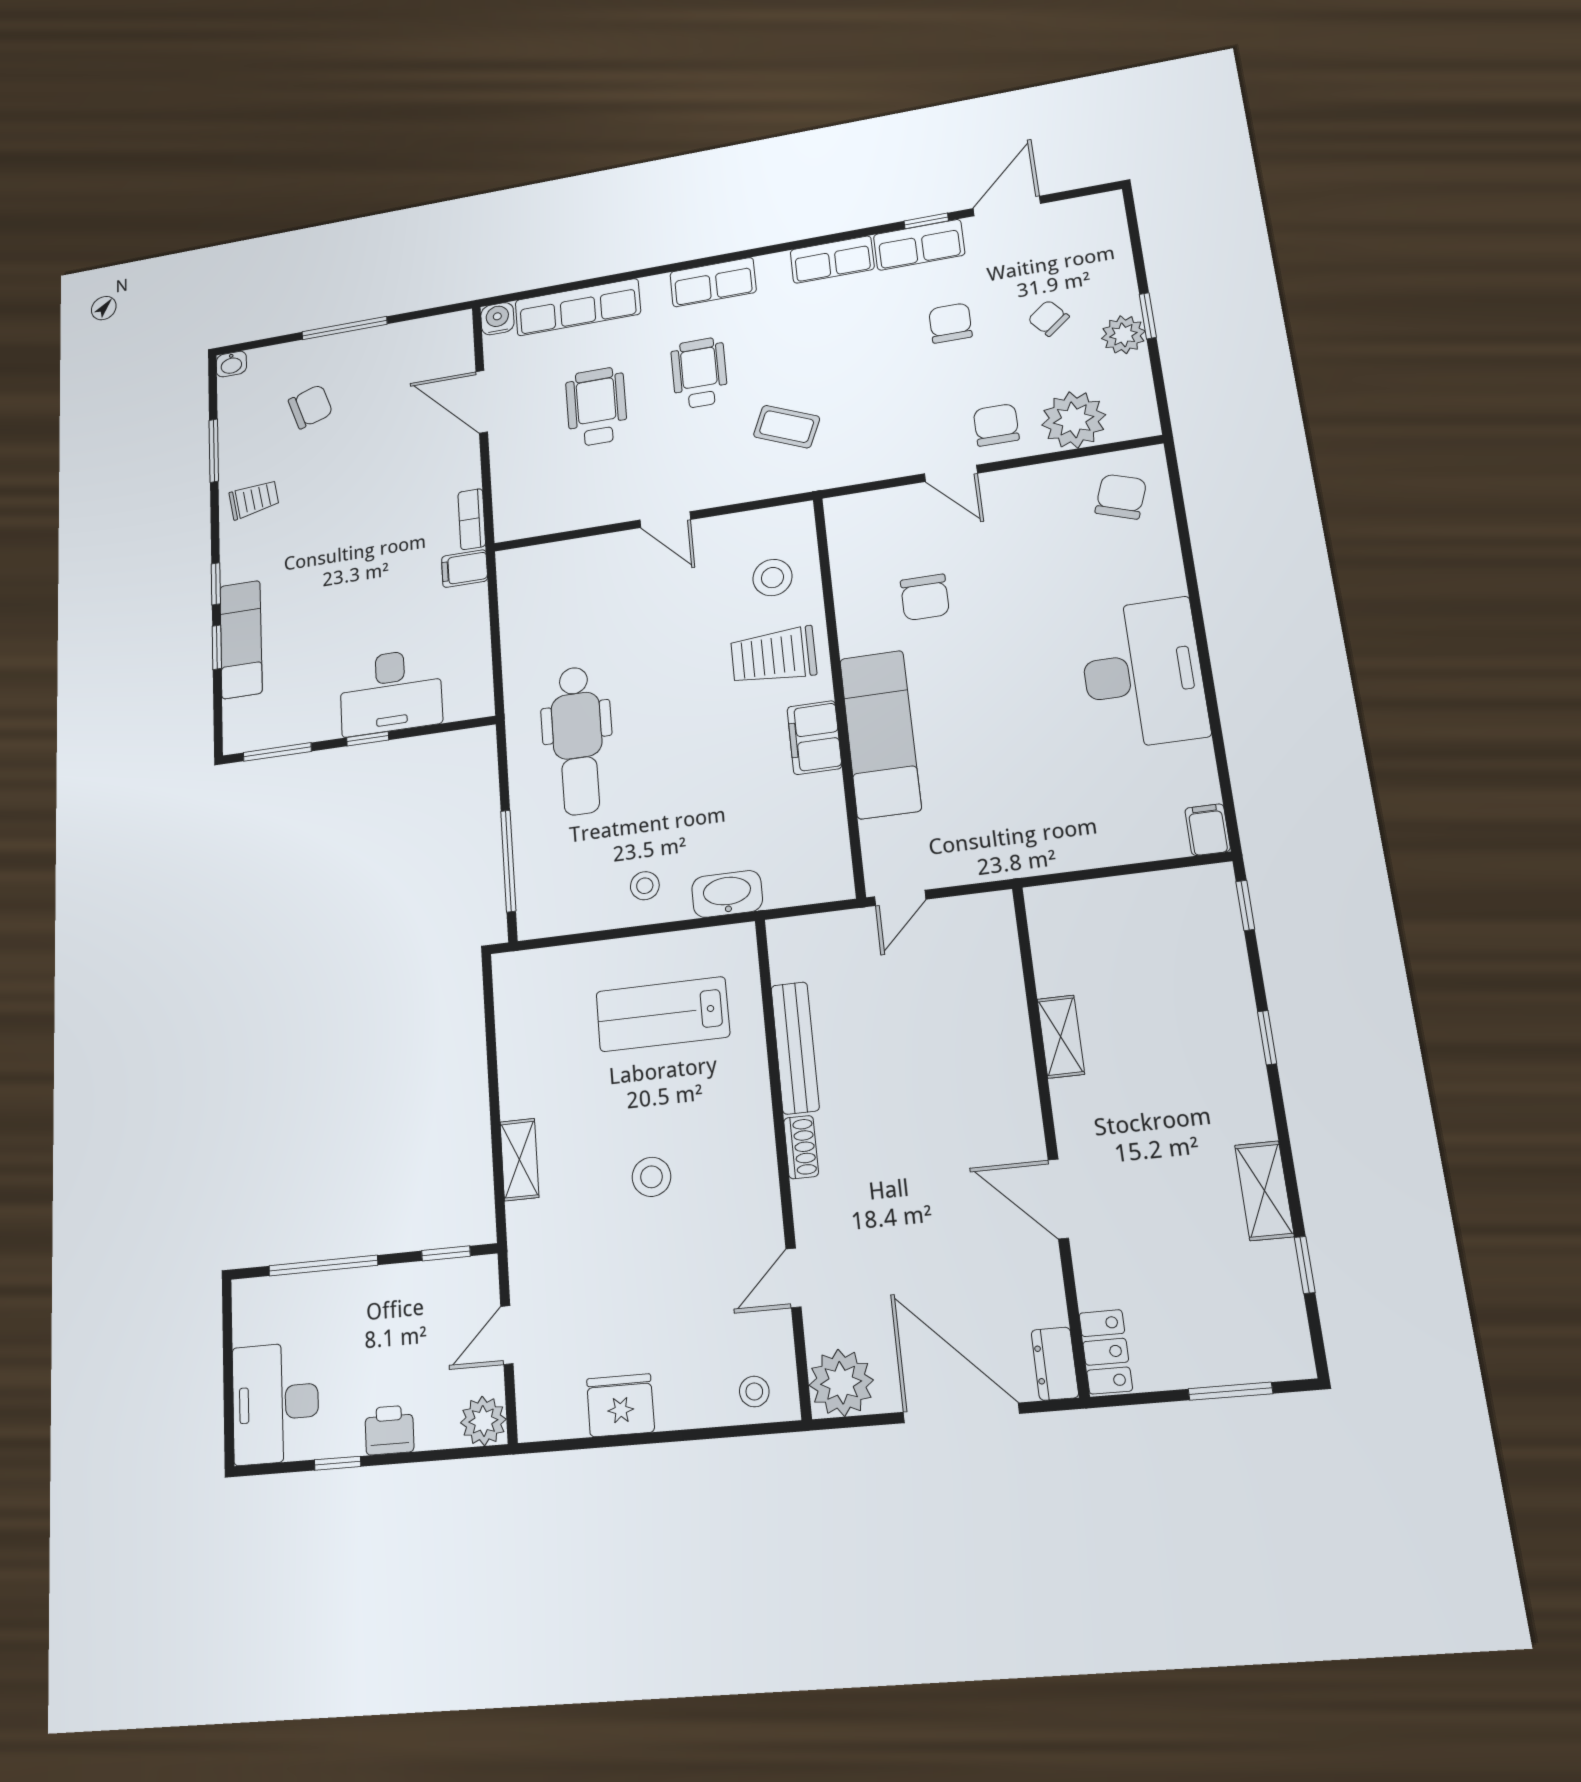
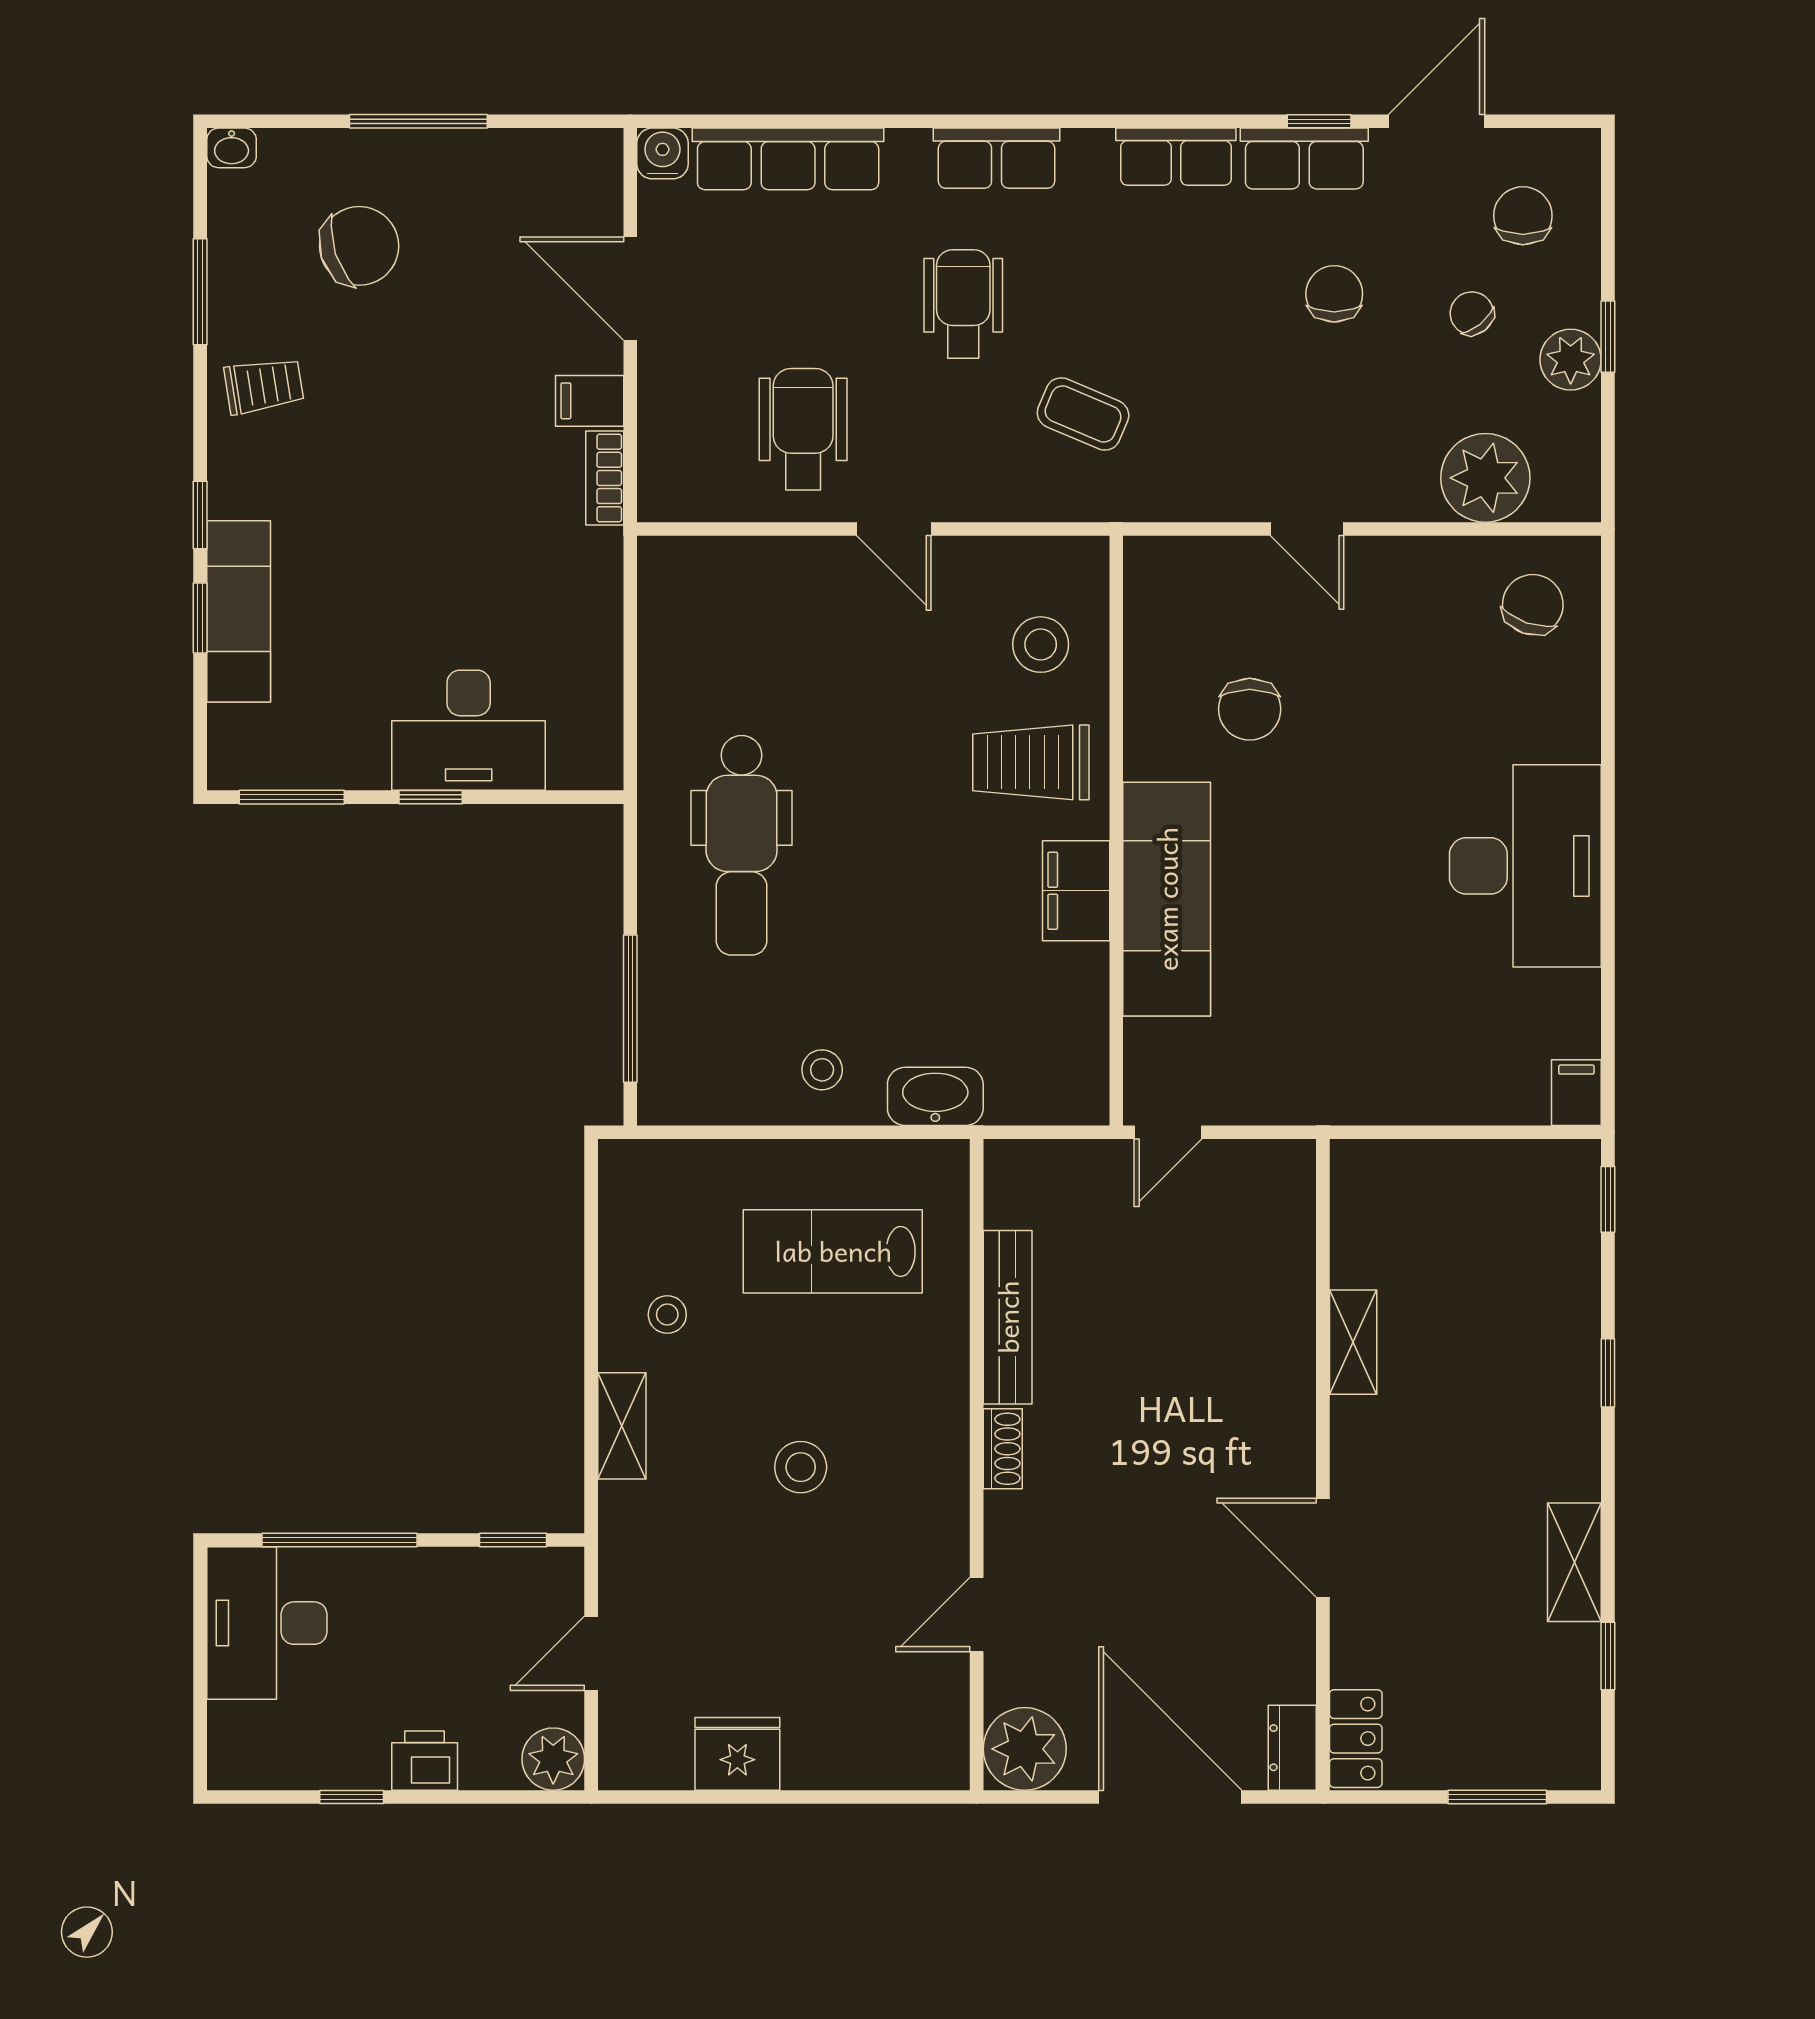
chair: (310, 407) -> (359, 246), width x1.37, depth x1.37
wheelchair: (596, 407) -> (803, 429), moved
chair: (996, 425) -> (1523, 216), moved
filing cabinet: (464, 569) -> (590, 401), moved
stool: (754, 1391) -> (667, 1315), moved
desk: (275, 1403) -> (267, 1623), moved

